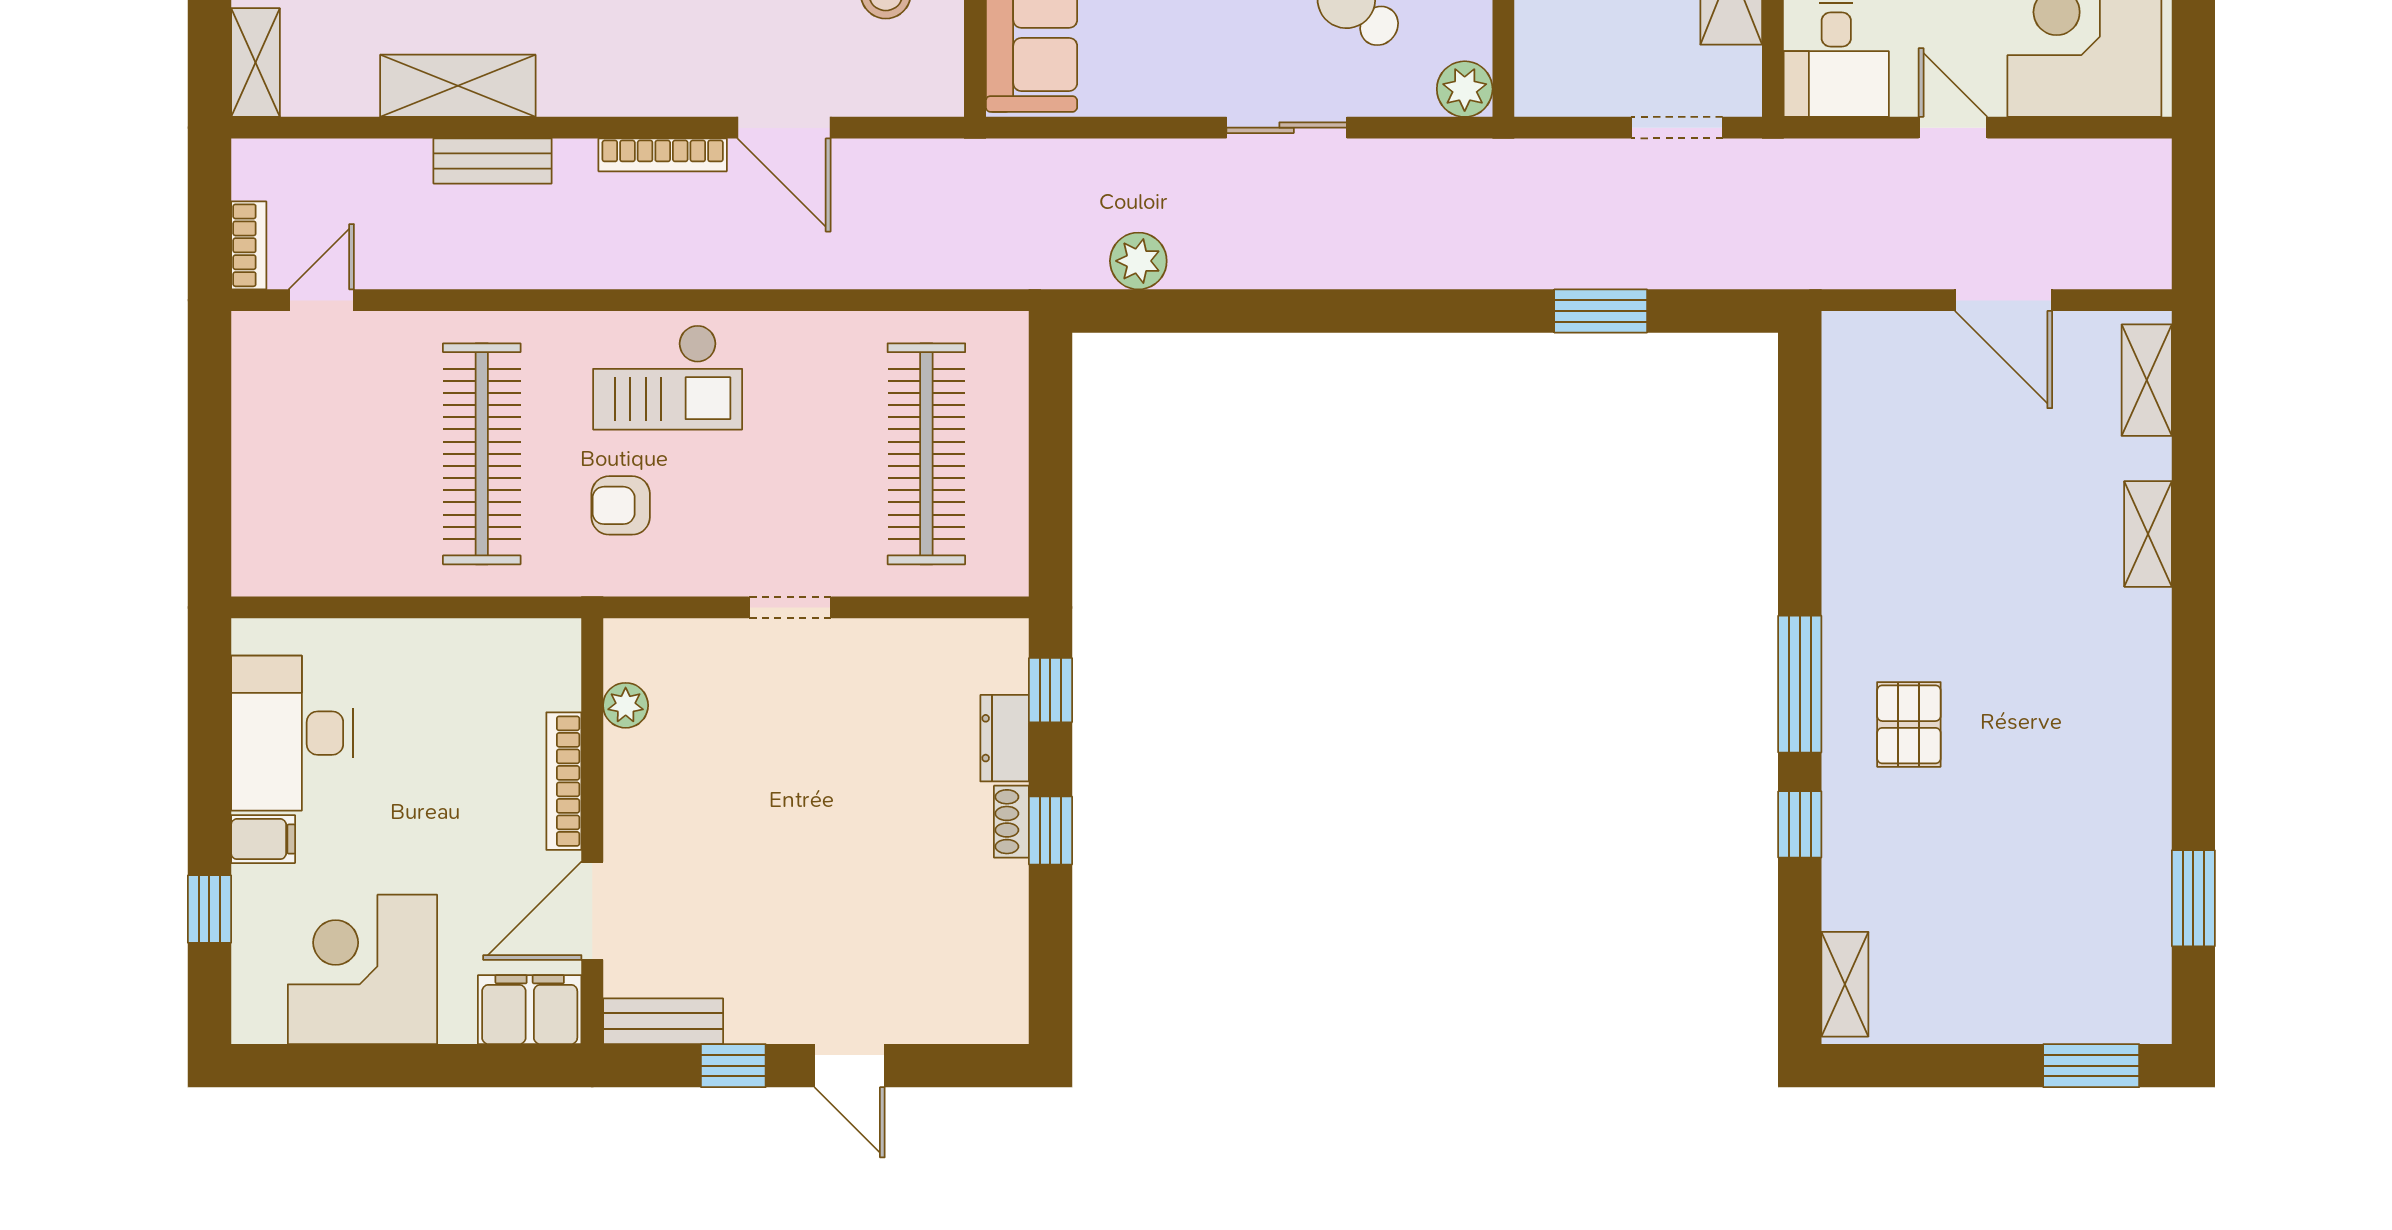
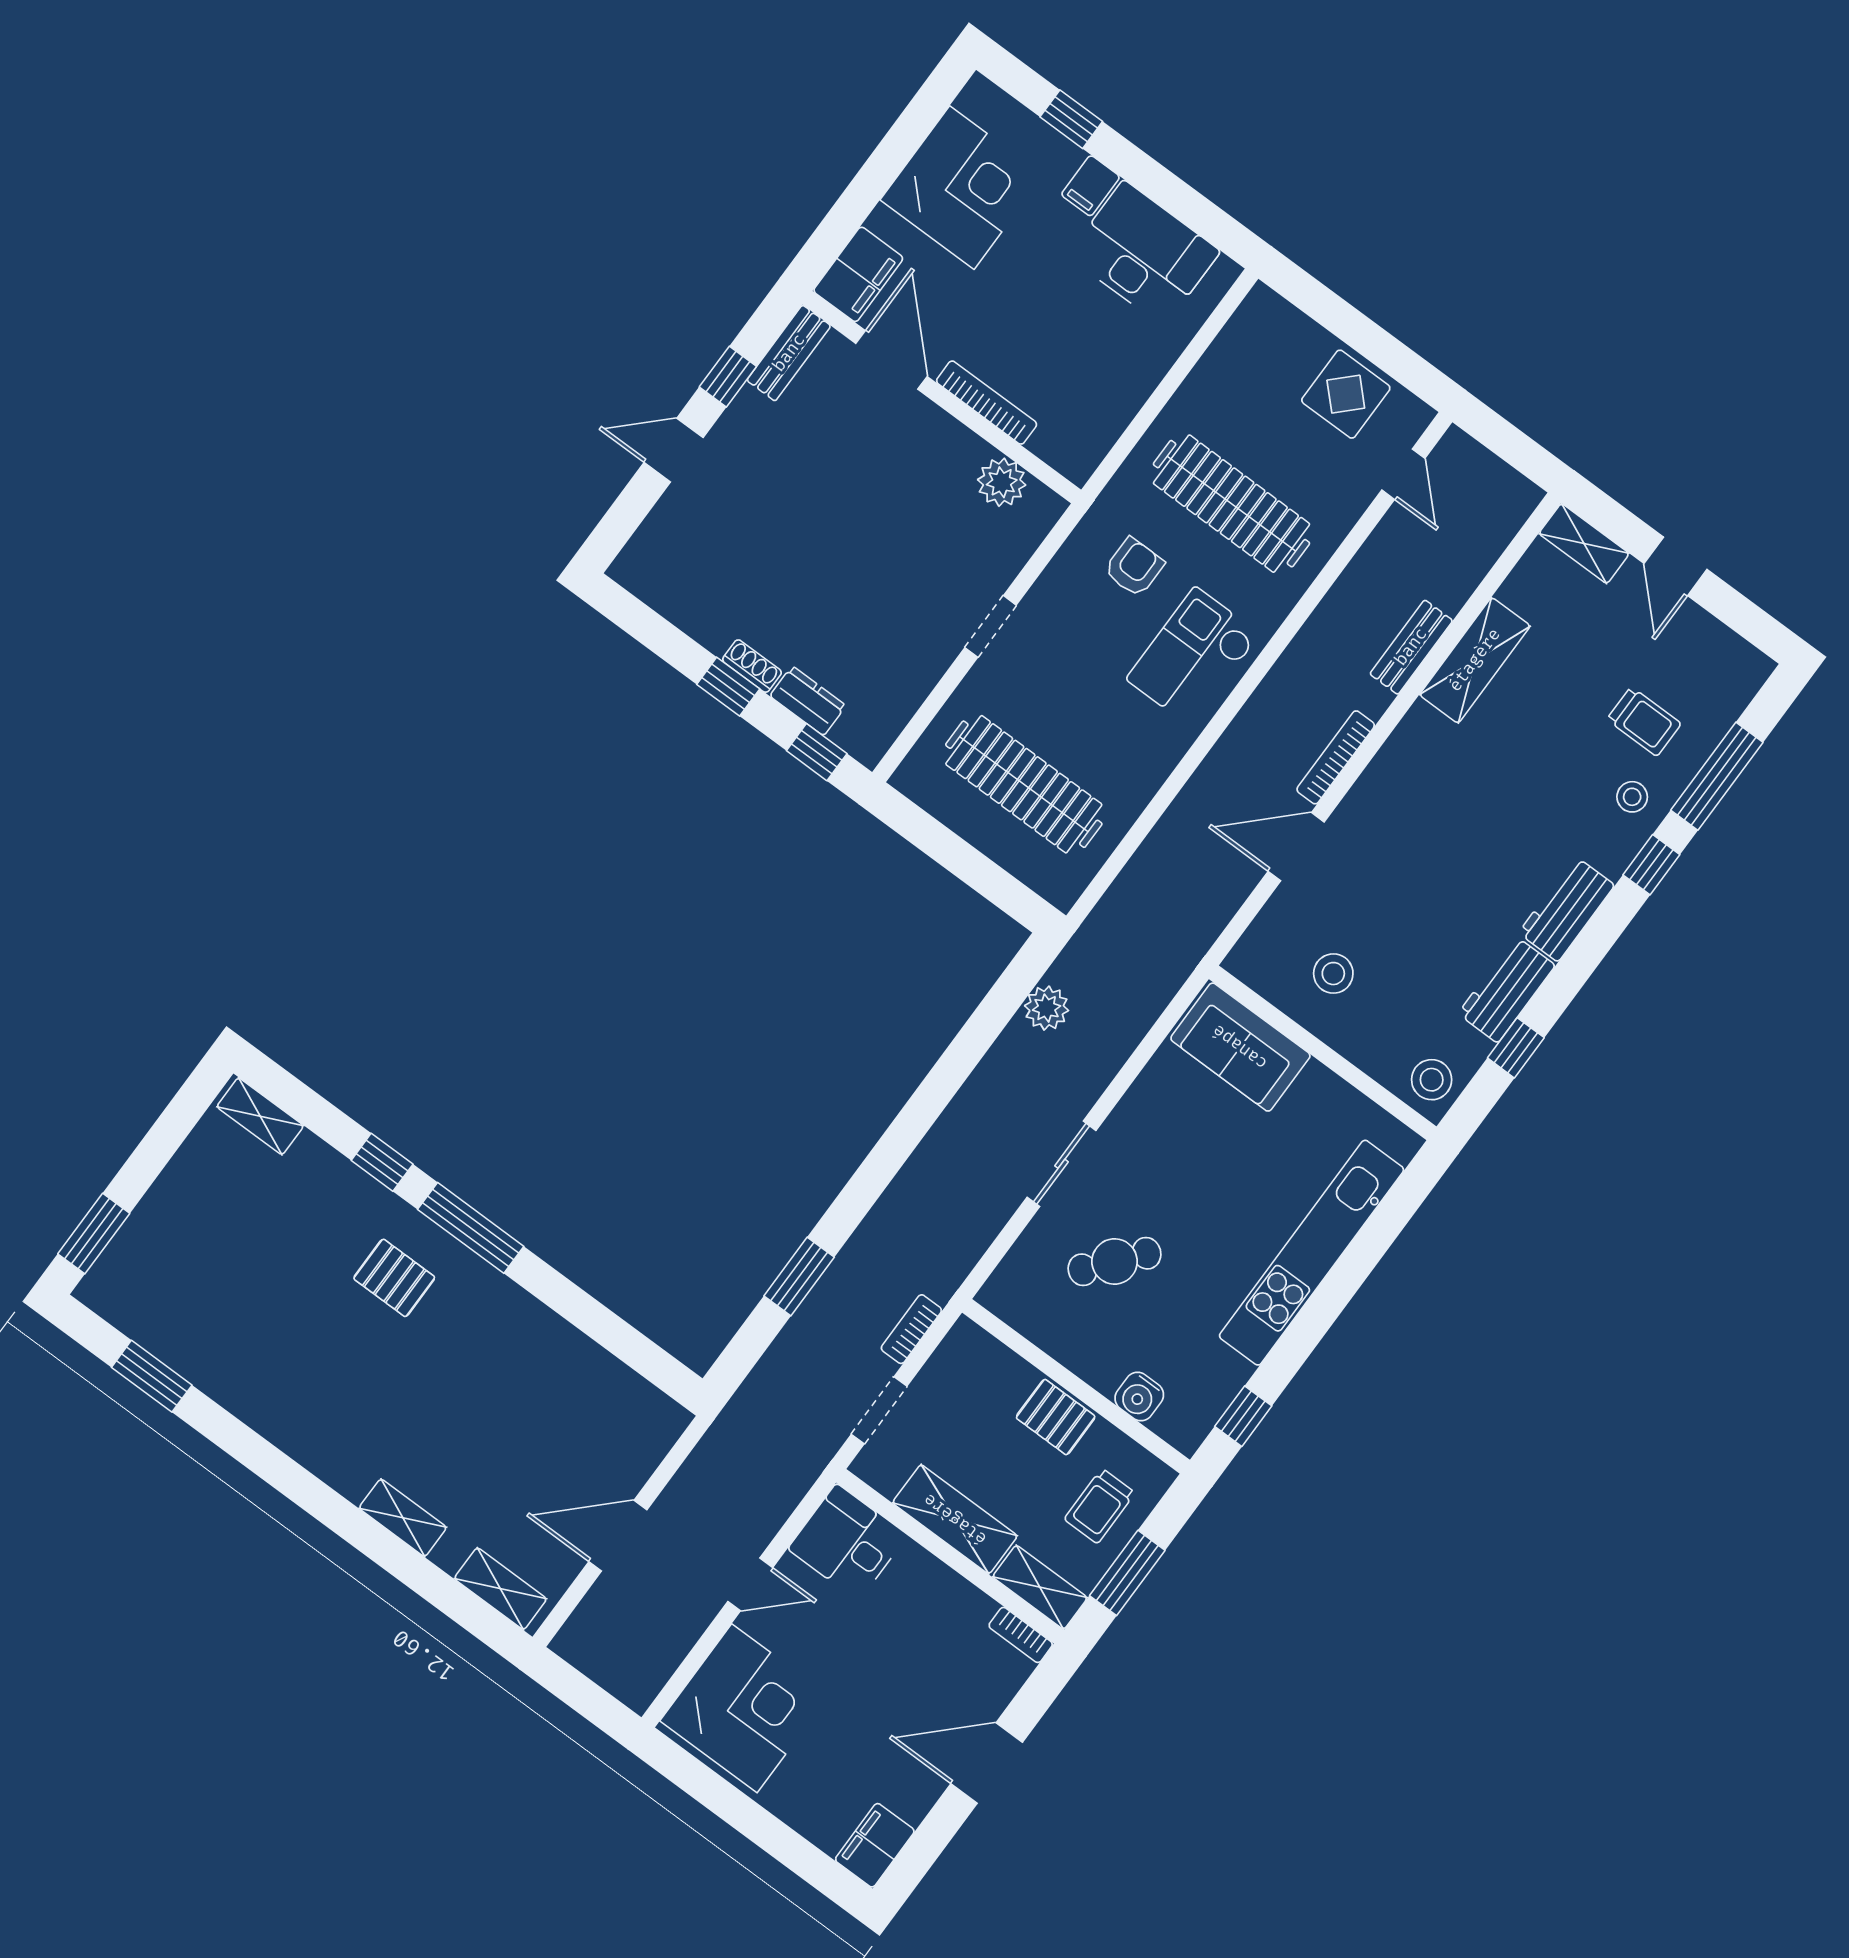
plant: (1465, 89) -> (1003, 1294), removed
bookcase: (249, 245) -> (911, 1329), moved, turned 90
display table: (283, 420) -> (1346, 394), added
plant: (626, 705) -> (1002, 482), width x1.38, depth x1.38

